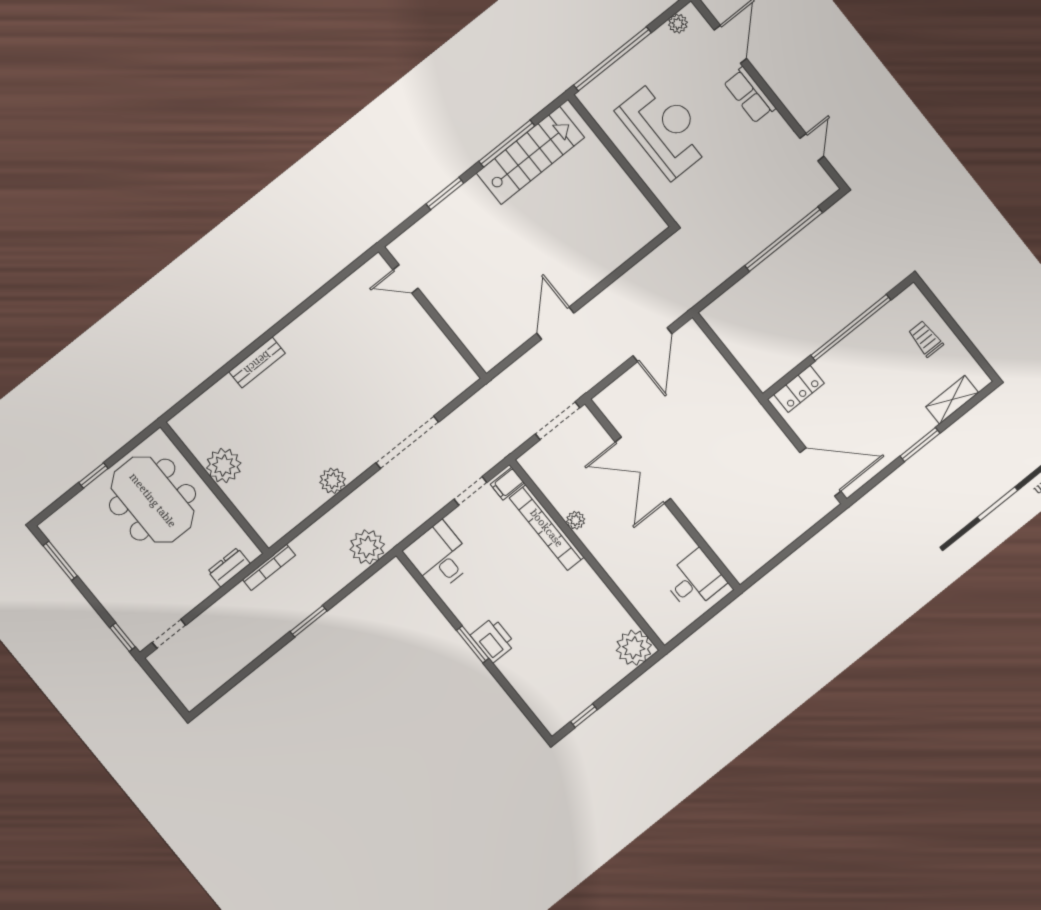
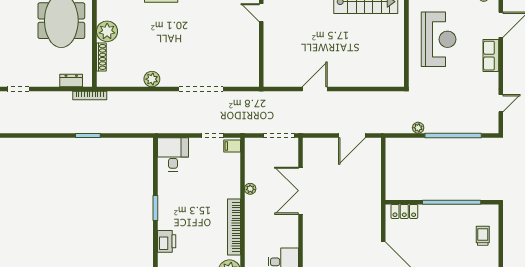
shoe rack: (243, 505) -> (101, 57), added
bookcase: (547, 528) -> (234, 227), moved
plant: (367, 547) -> (418, 128), moved, width x0.53, depth x0.53
printer: (493, 640) -> (167, 241), moved

